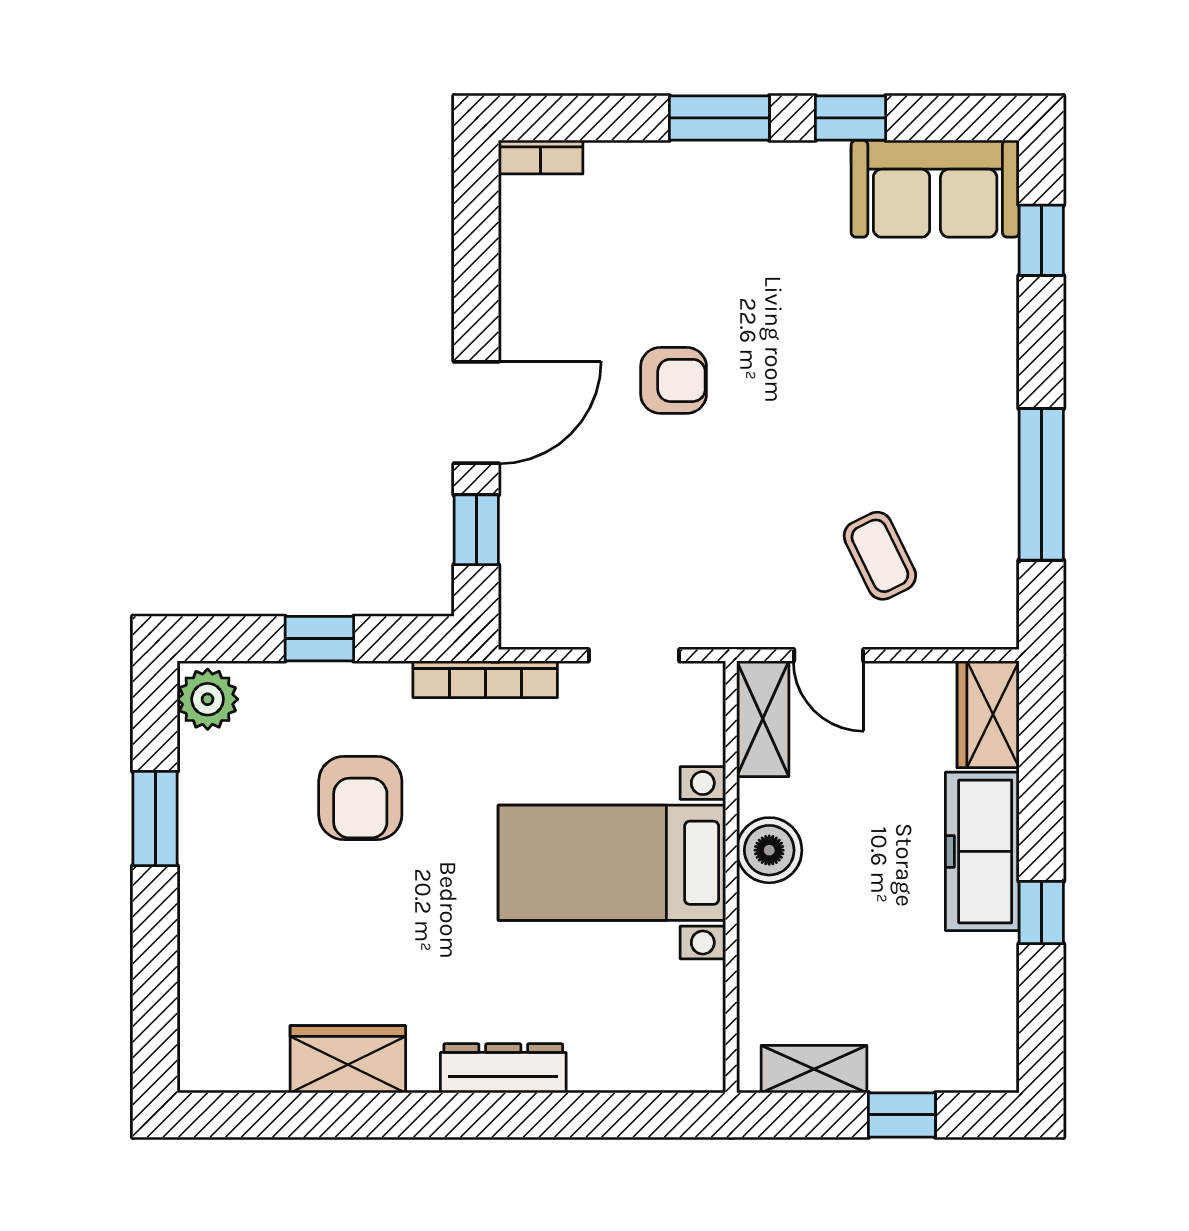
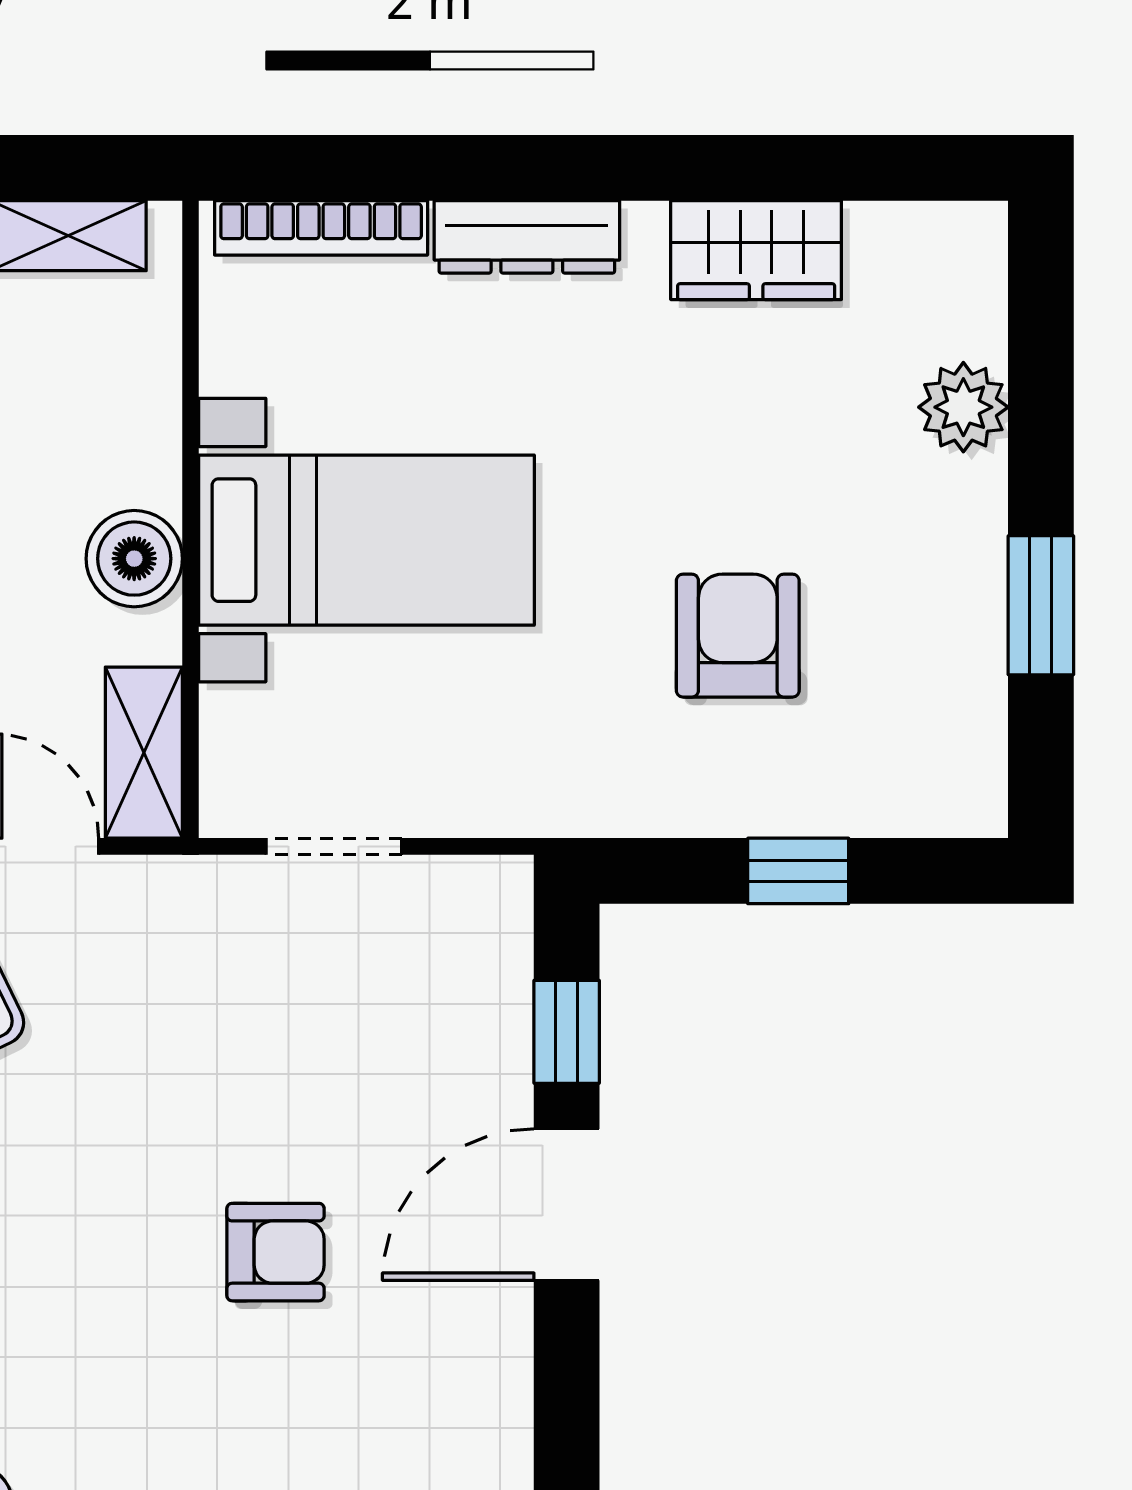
armchair: (674, 380) -> (276, 1252), turned 180
bookcase: (485, 679) -> (321, 228), moved, turned 180
plant: (208, 699) -> (963, 407), moved

